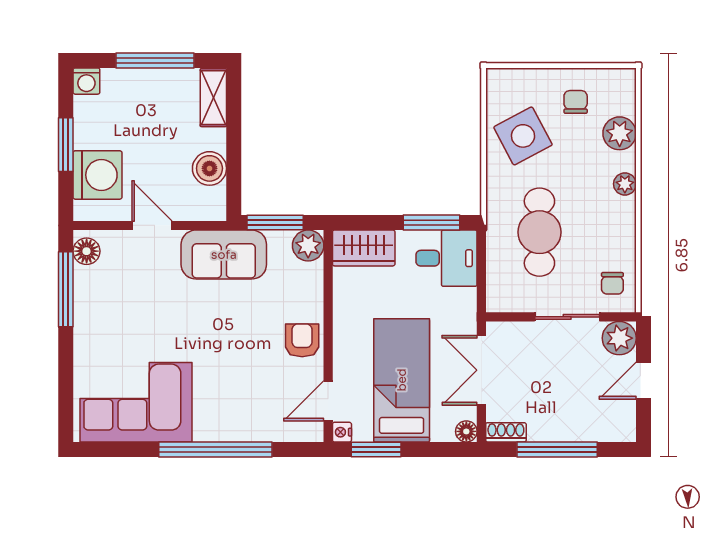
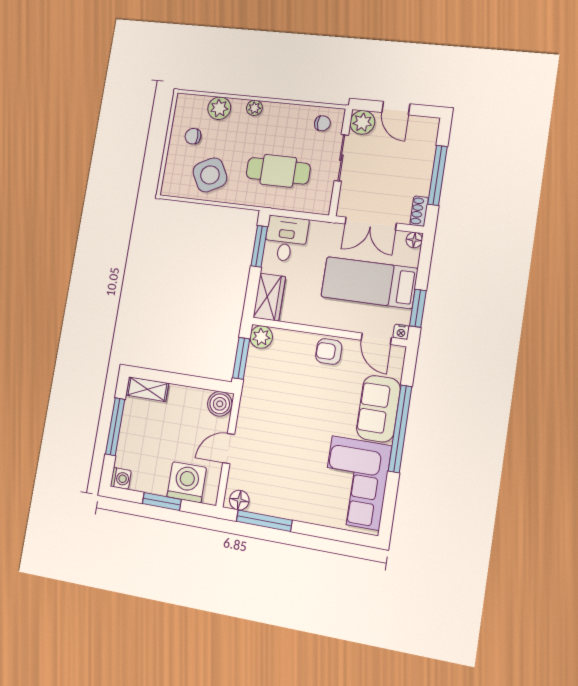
boiler: (209, 168) -> (220, 404), moved
sofa: (224, 255) -> (378, 409), moved, turned 180

